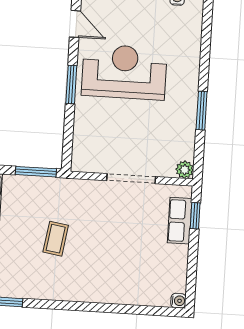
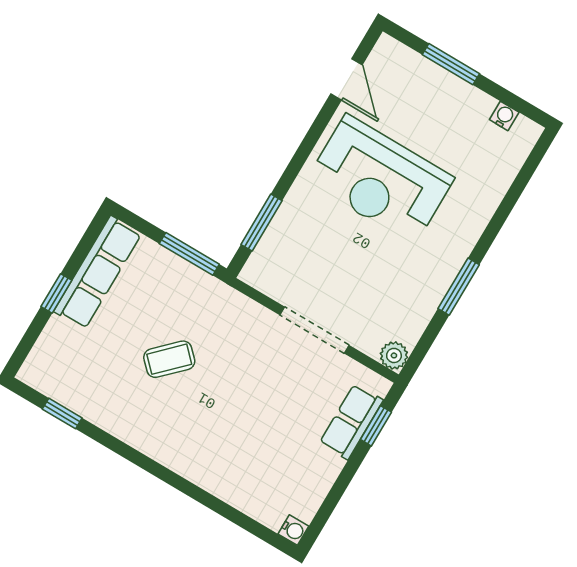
reception desk: (124, 72) -> (380, 180), turned 180
window: (71, 85) -> (262, 223), moved
coffee table: (56, 239) -> (169, 359), turned 36

